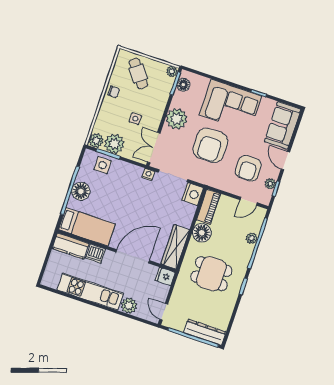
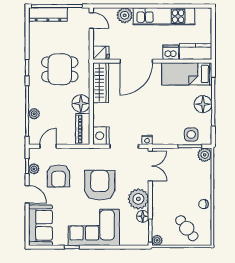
floor lamp: (183, 85) -> (143, 216), moved
side table: (135, 119) -> (176, 186), removed
plant: (114, 144) -> (187, 157), removed
armchair: (248, 168) -> (58, 176), turned 180

